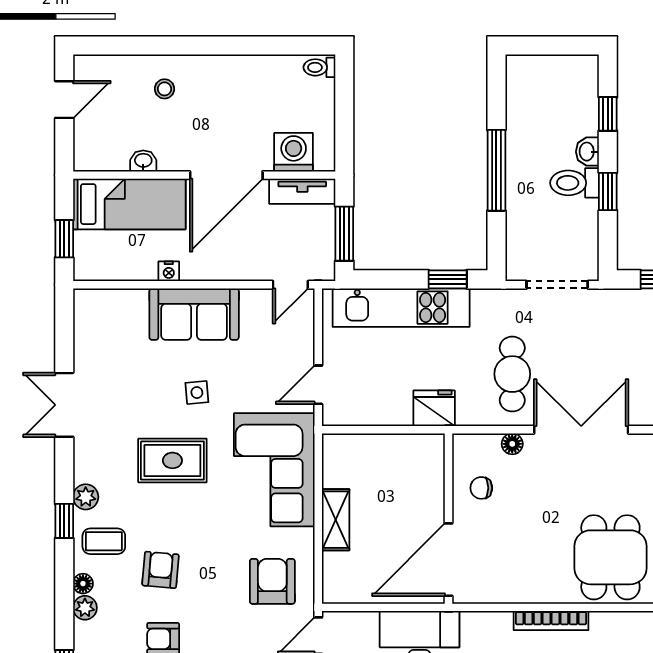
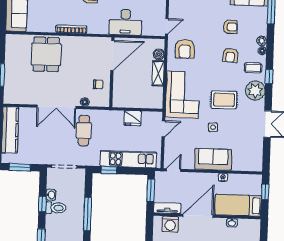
washbasin: (587, 152) -> (51, 195), moved
fridge: (434, 408) -> (133, 118), moved
plant: (86, 497) -> (255, 90), width x1.87, depth x1.87
boiler: (335, 566) -> (159, 54), added

